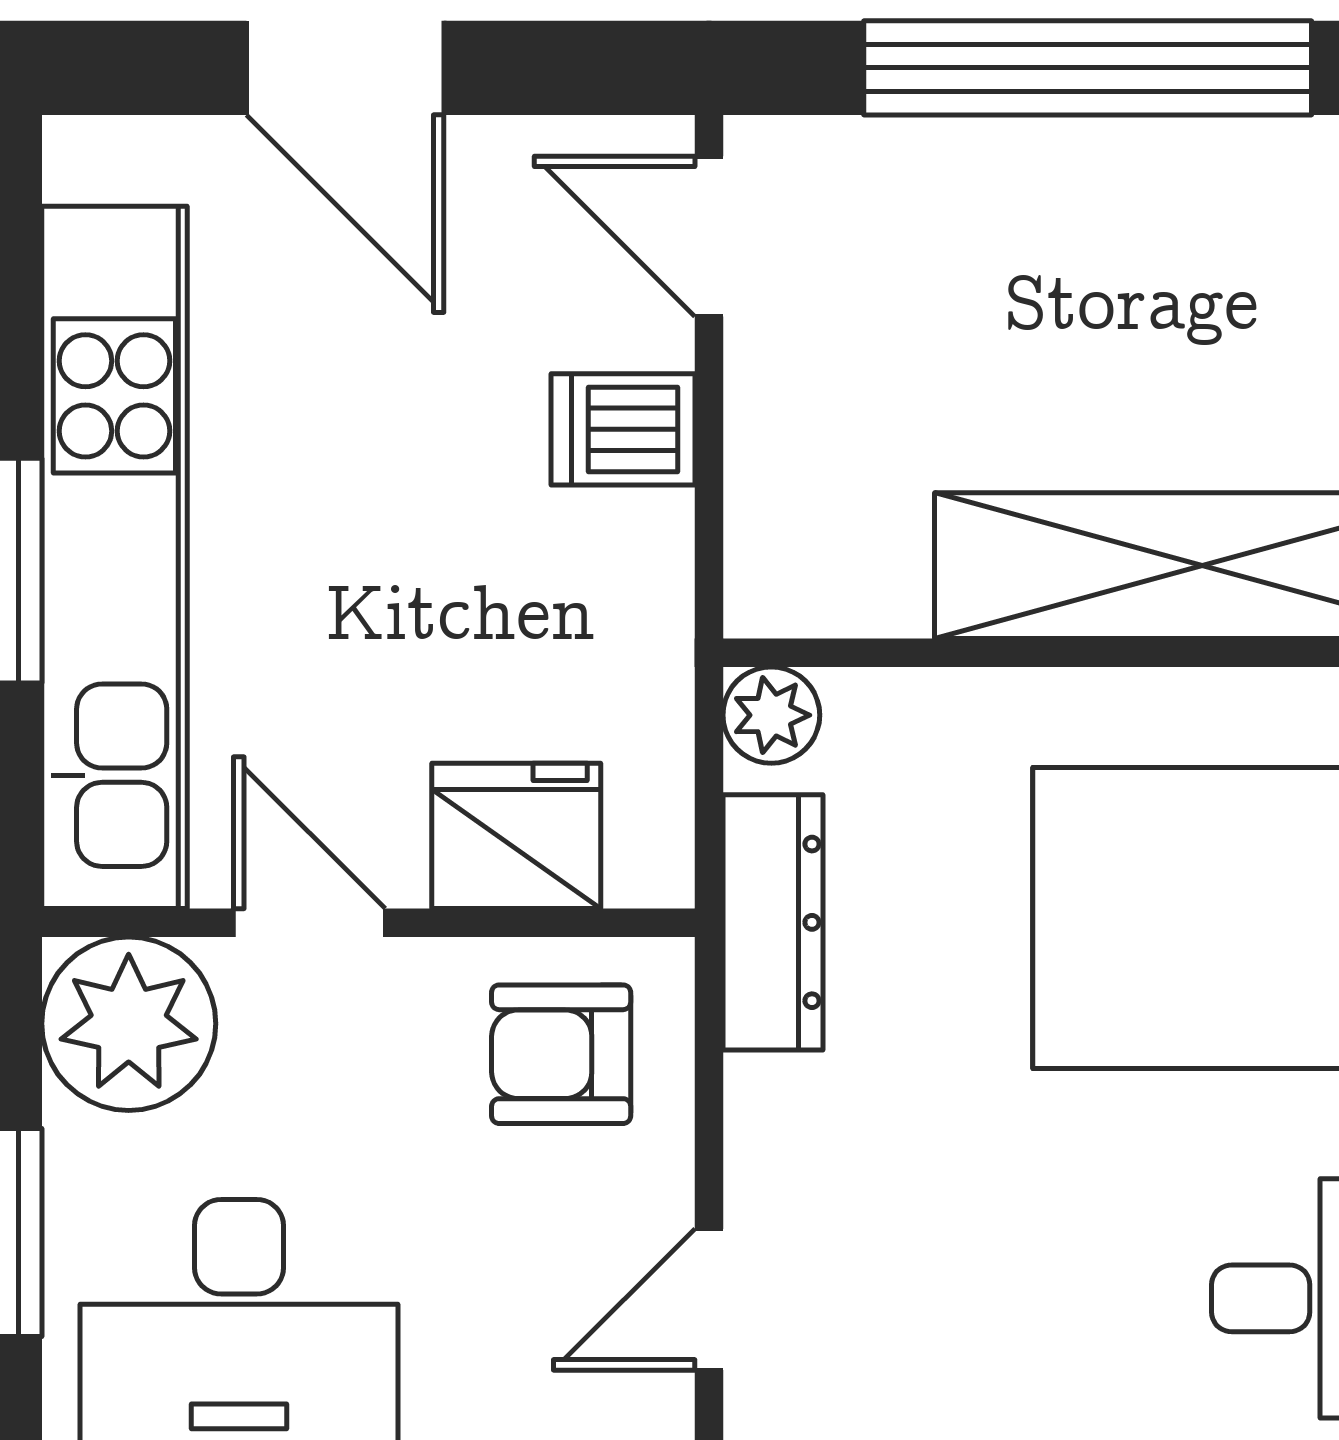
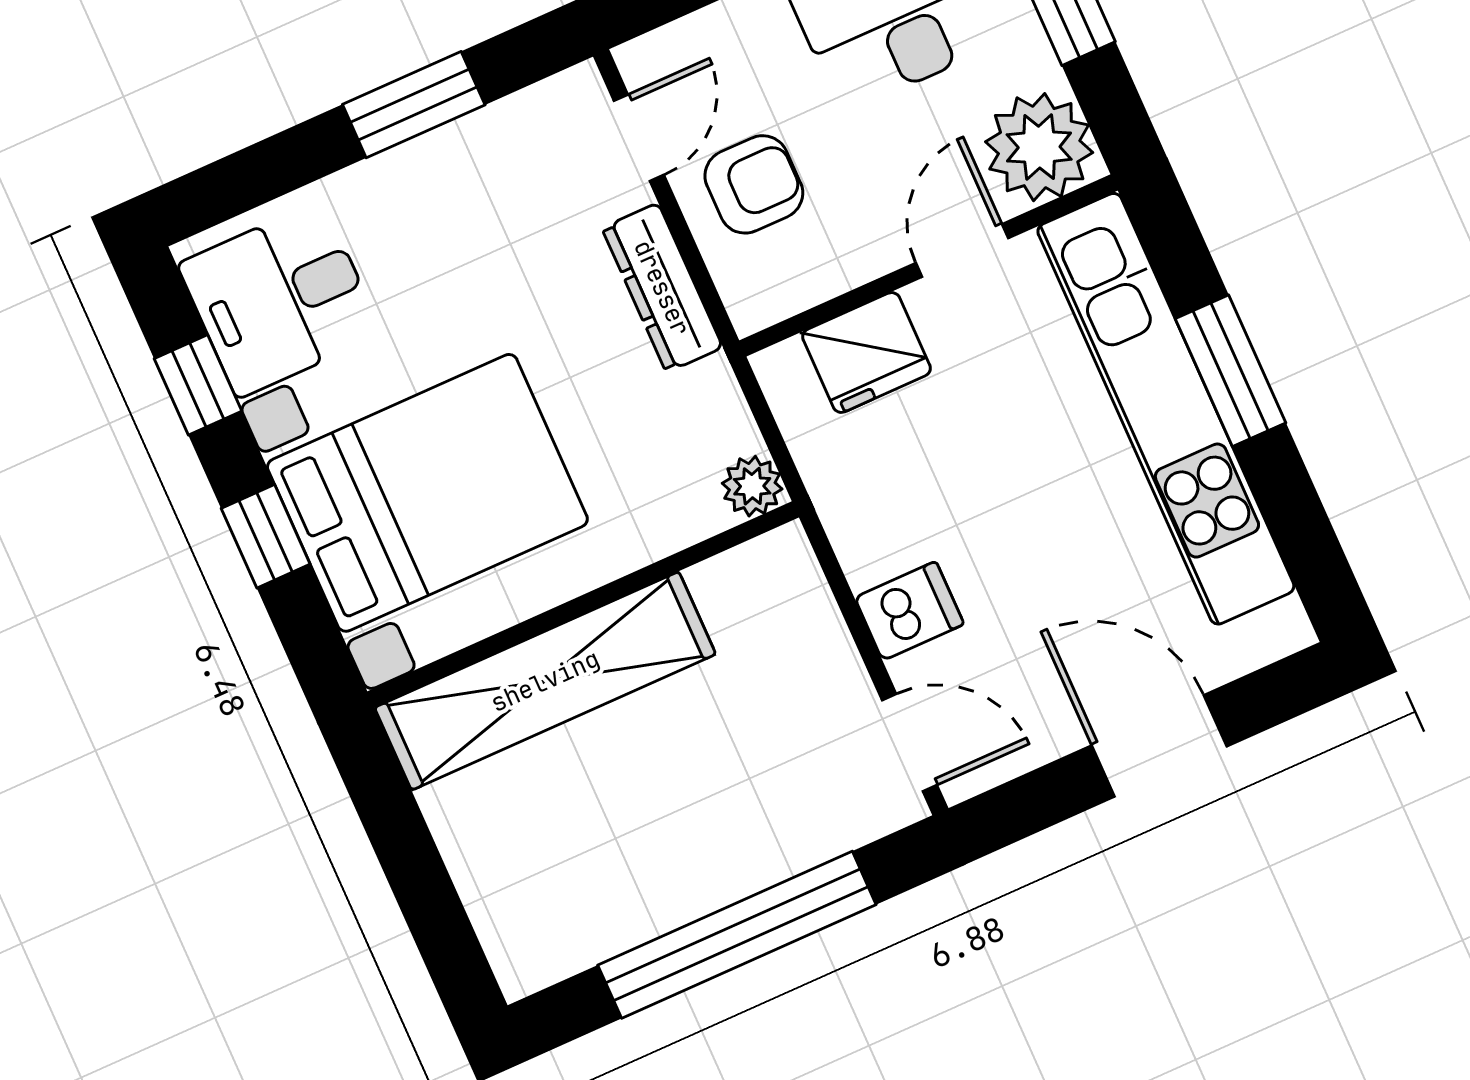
dresser: (773, 922) -> (662, 288), moved
door: (309, 923) -> (962, 250), swing flipped
armchair: (561, 1054) -> (754, 184), moved

